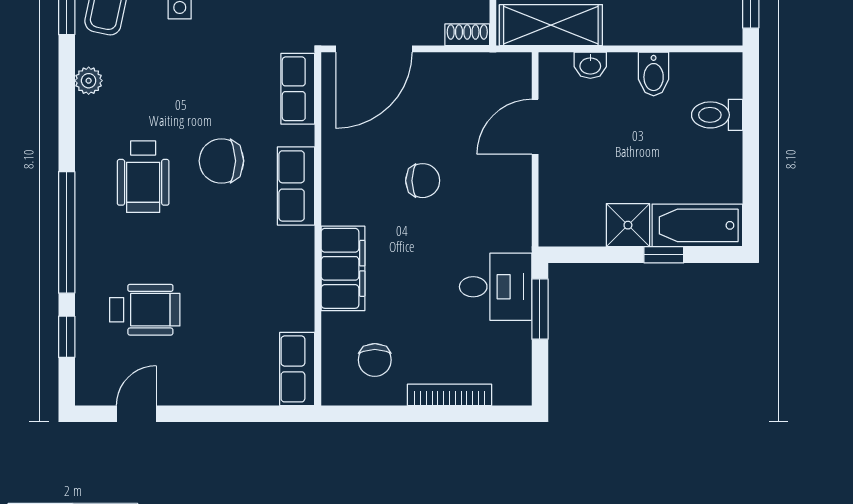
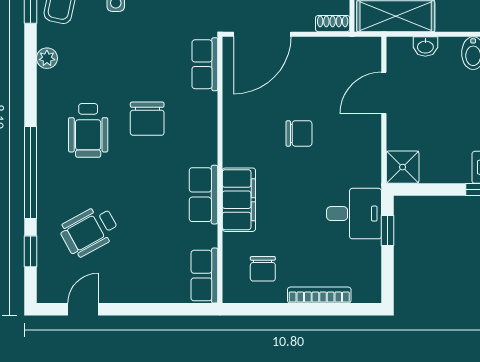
chair: (221, 161) -> (147, 119), turned -90
row of seats: (296, 186) -> (203, 195), moved
shower: (628, 225) -> (403, 167), moved
window: (540, 309) -> (387, 230), width x0.67
wheelchair: (145, 310) -> (89, 231), turned 151

